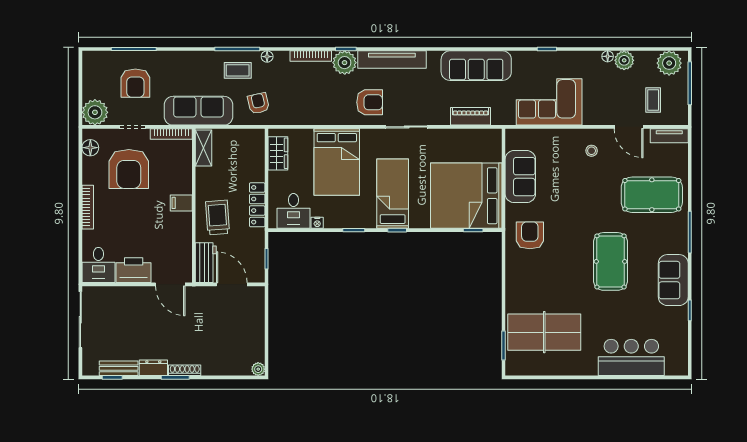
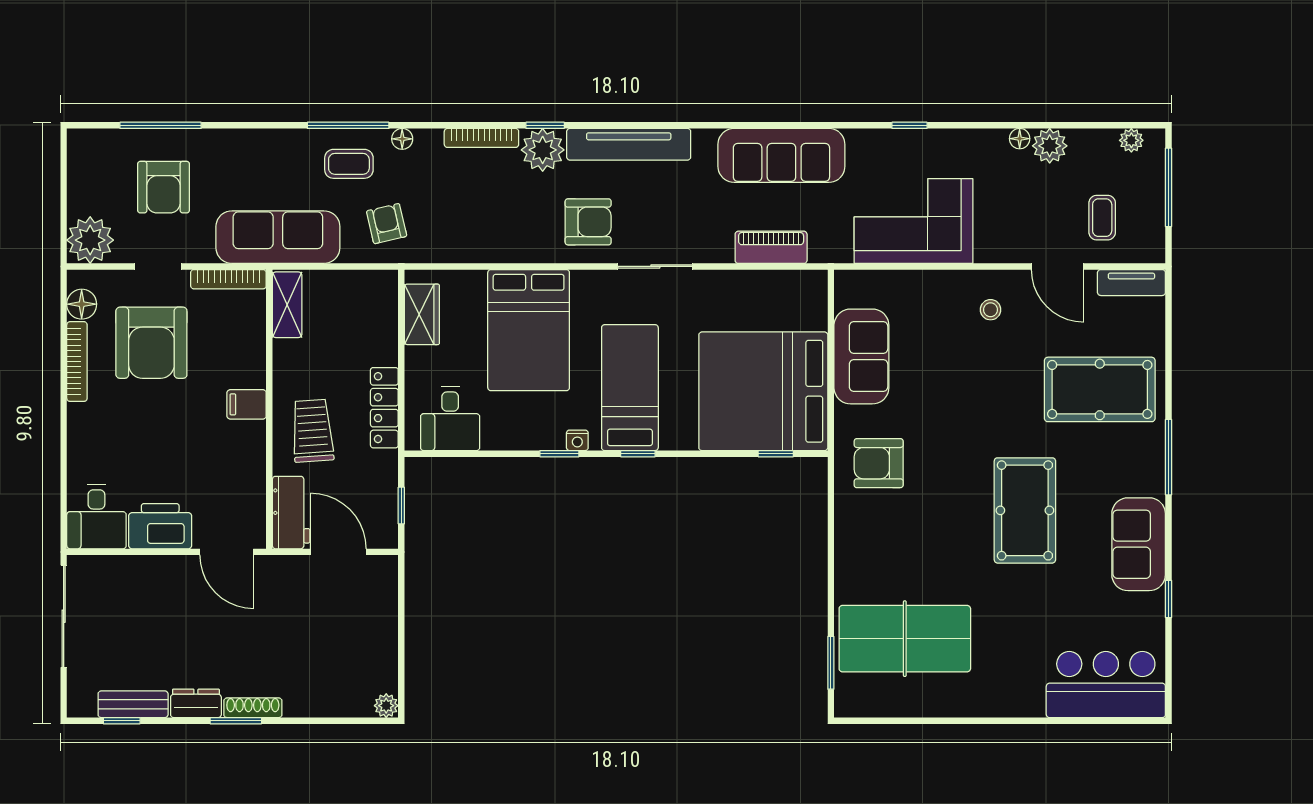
plant: (669, 63) -> (1131, 140), width x0.53, depth x0.53
bookcase: (88, 207) -> (77, 362), moved
nightstand: (317, 223) -> (577, 440), moved
armchair: (530, 235) -> (879, 463), turned -90
bar counter: (631, 357) -> (1106, 685), moved

